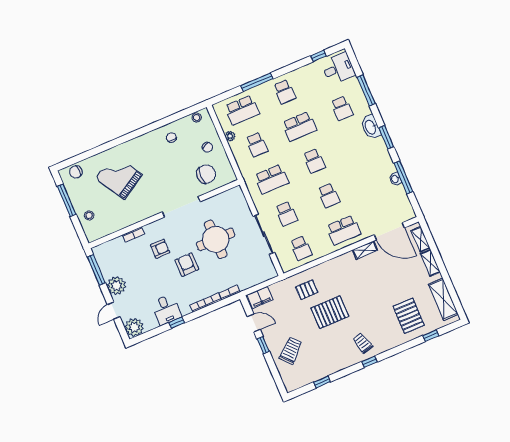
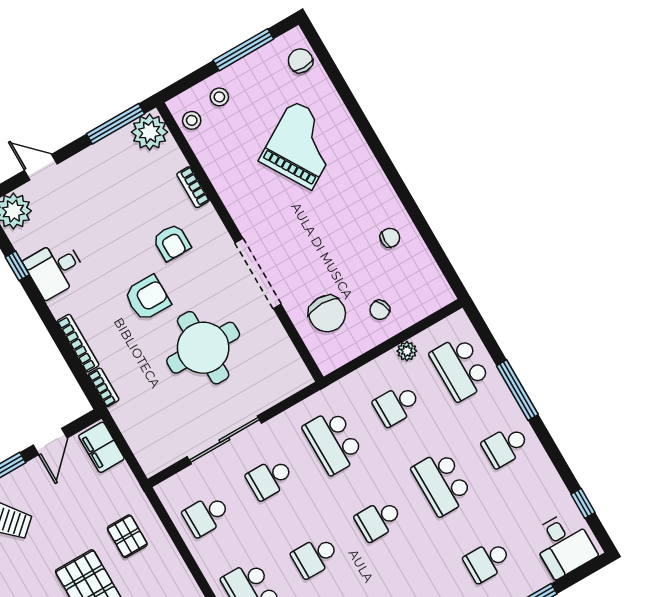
stool: (197, 117) -> (192, 120), moved
plant: (117, 286) -> (150, 132), moved
window: (177, 323) -> (17, 266), moved

